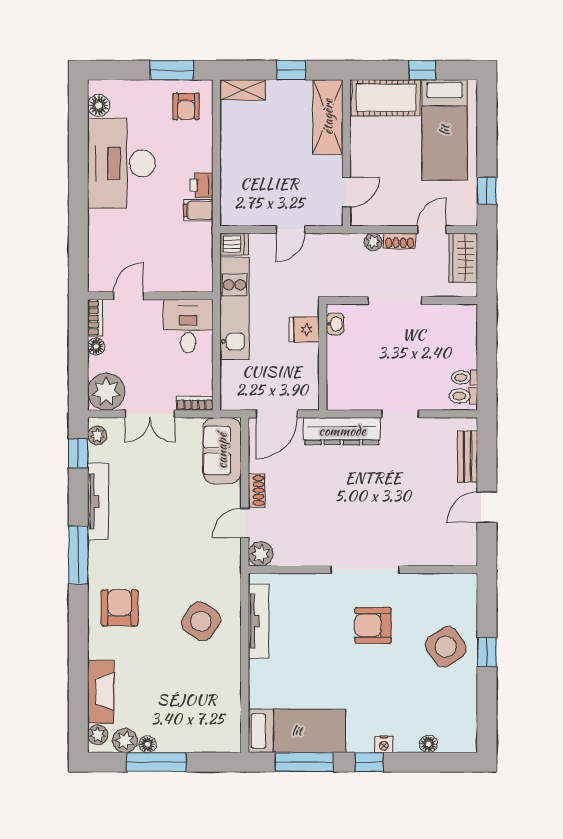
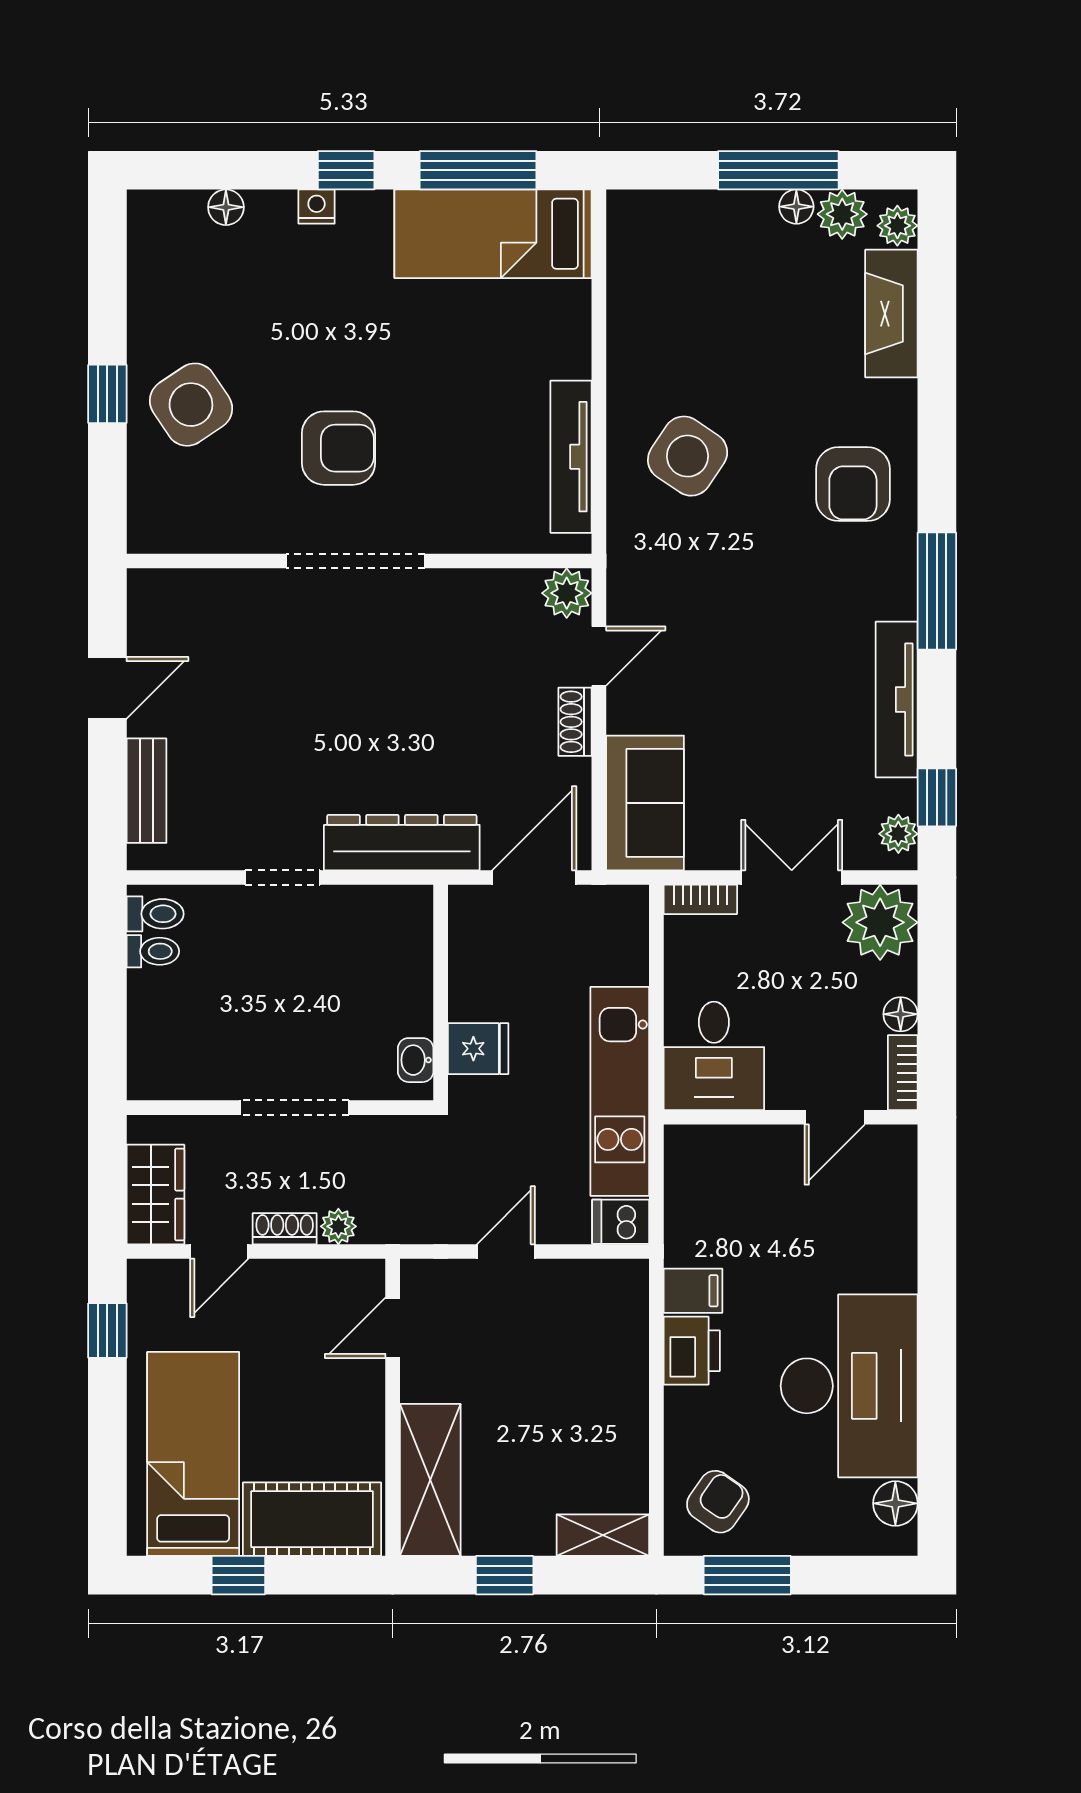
armchair: (186, 106) -> (718, 1502), turned 35
printer: (202, 185) -> (692, 1351), width x1.36, depth x1.24

